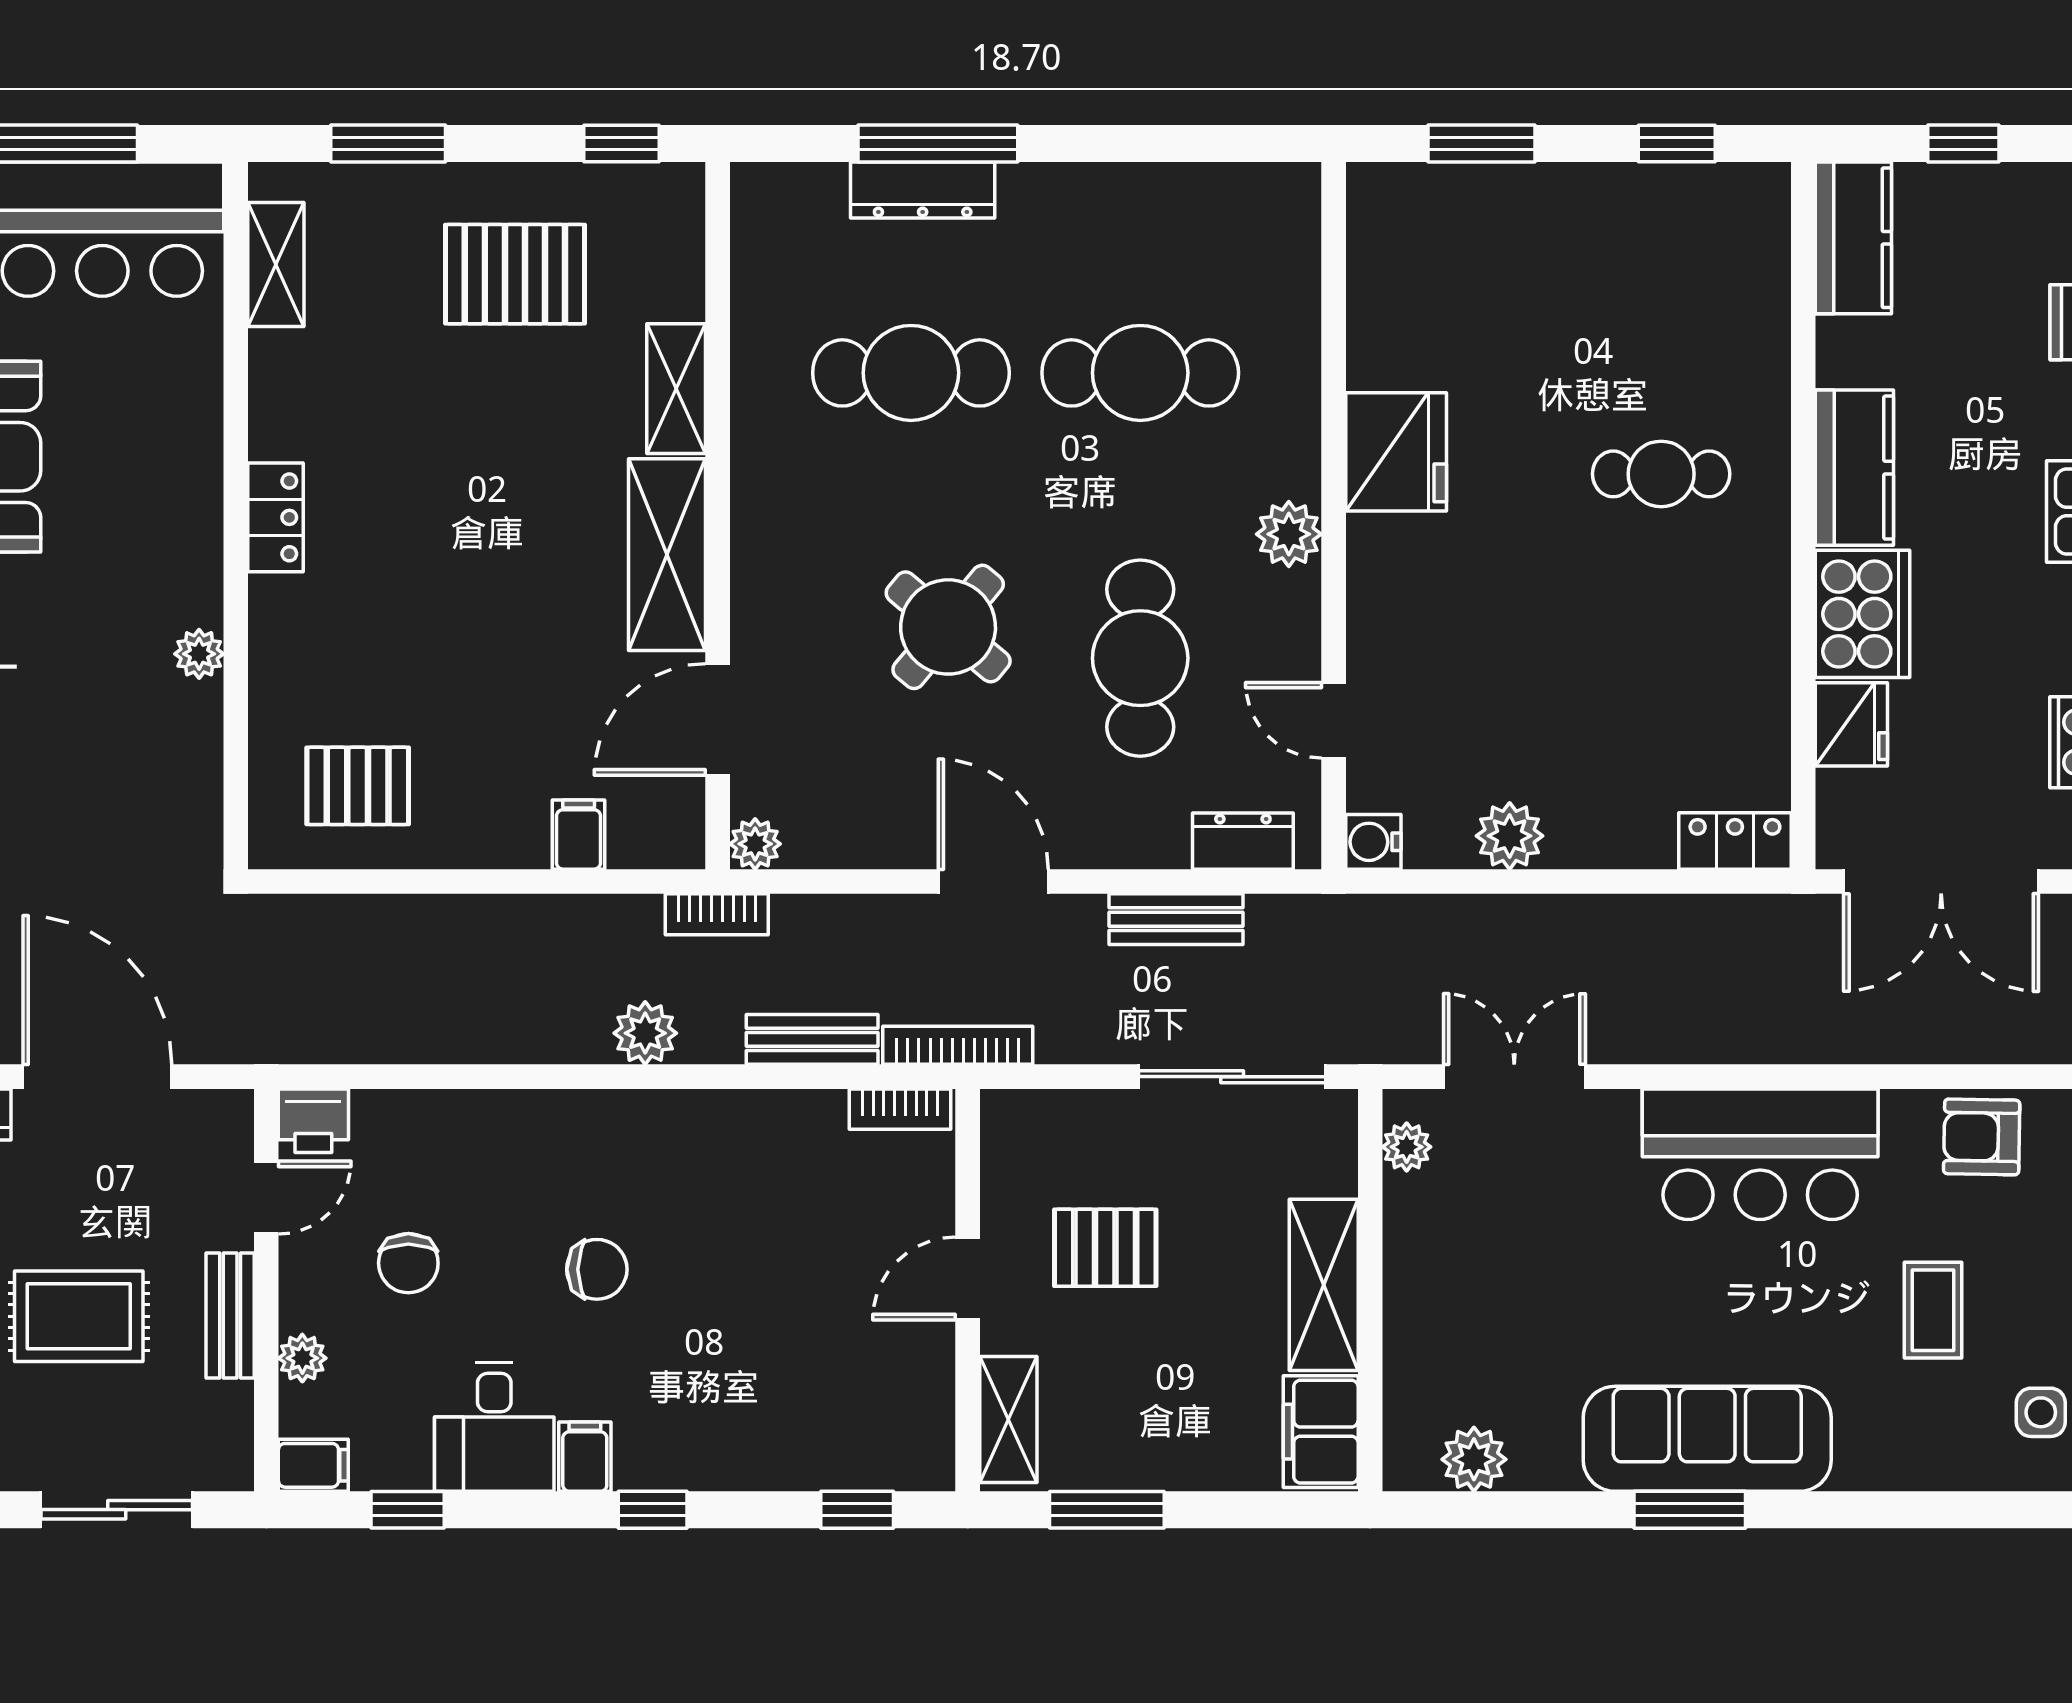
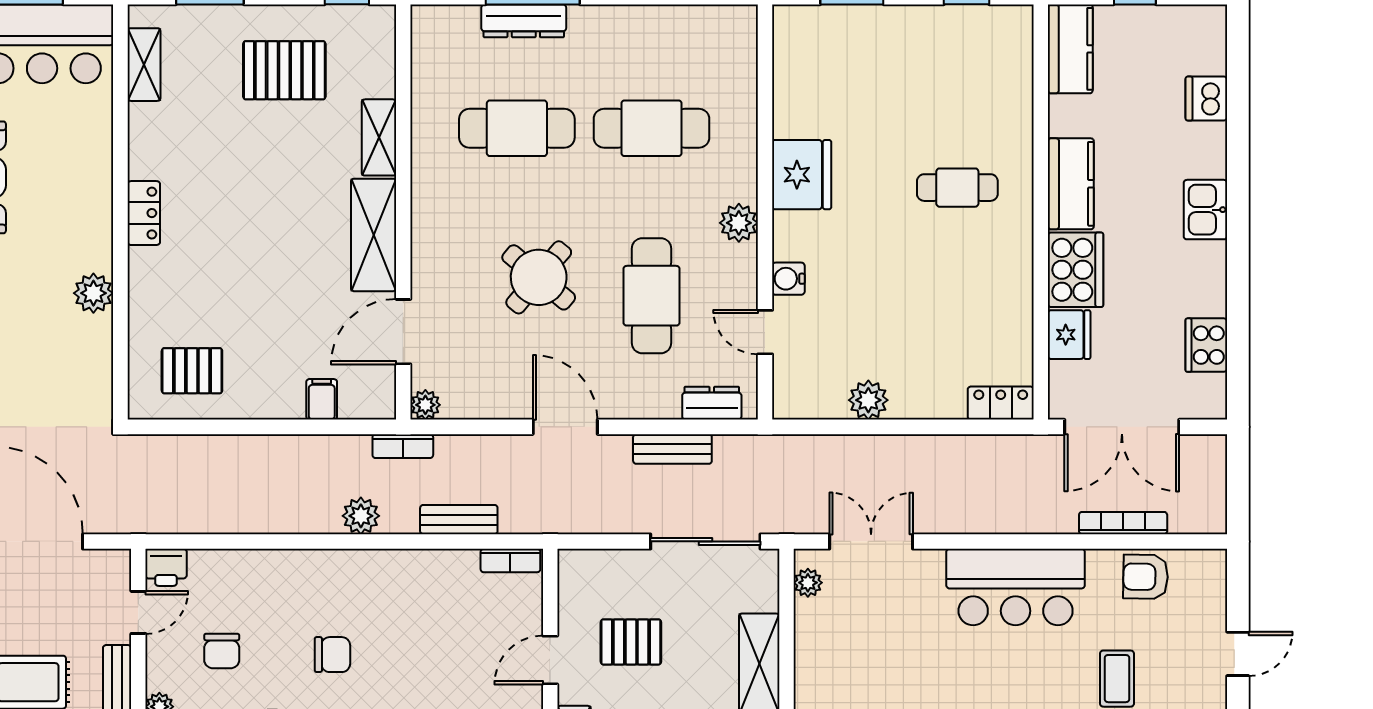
plant: (199, 654) -> (93, 293), width x1.38, depth x1.38
water cooler: (1373, 842) -> (788, 279), moved
bookcase: (958, 1045) -> (1123, 523), moved

